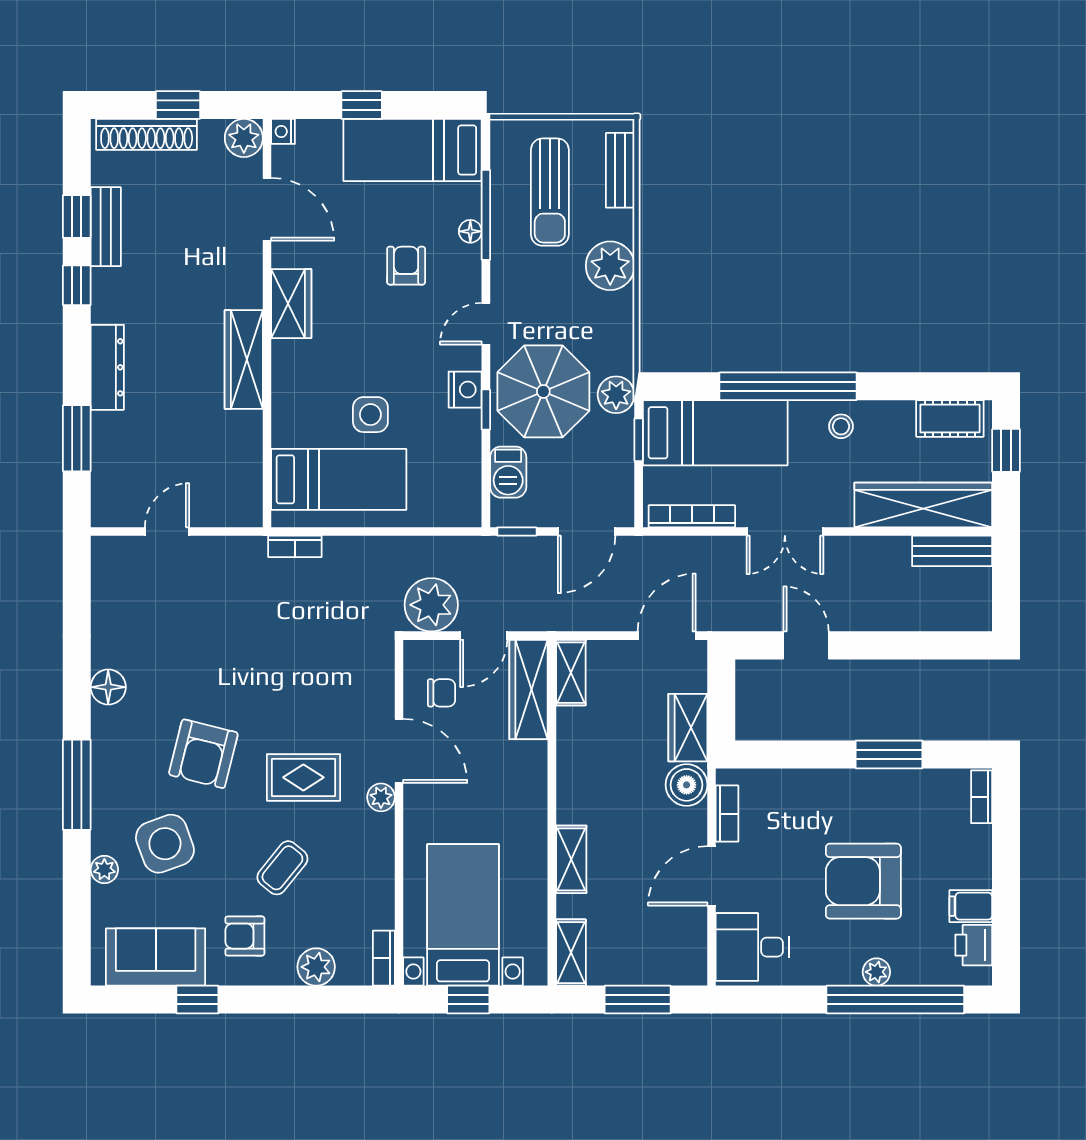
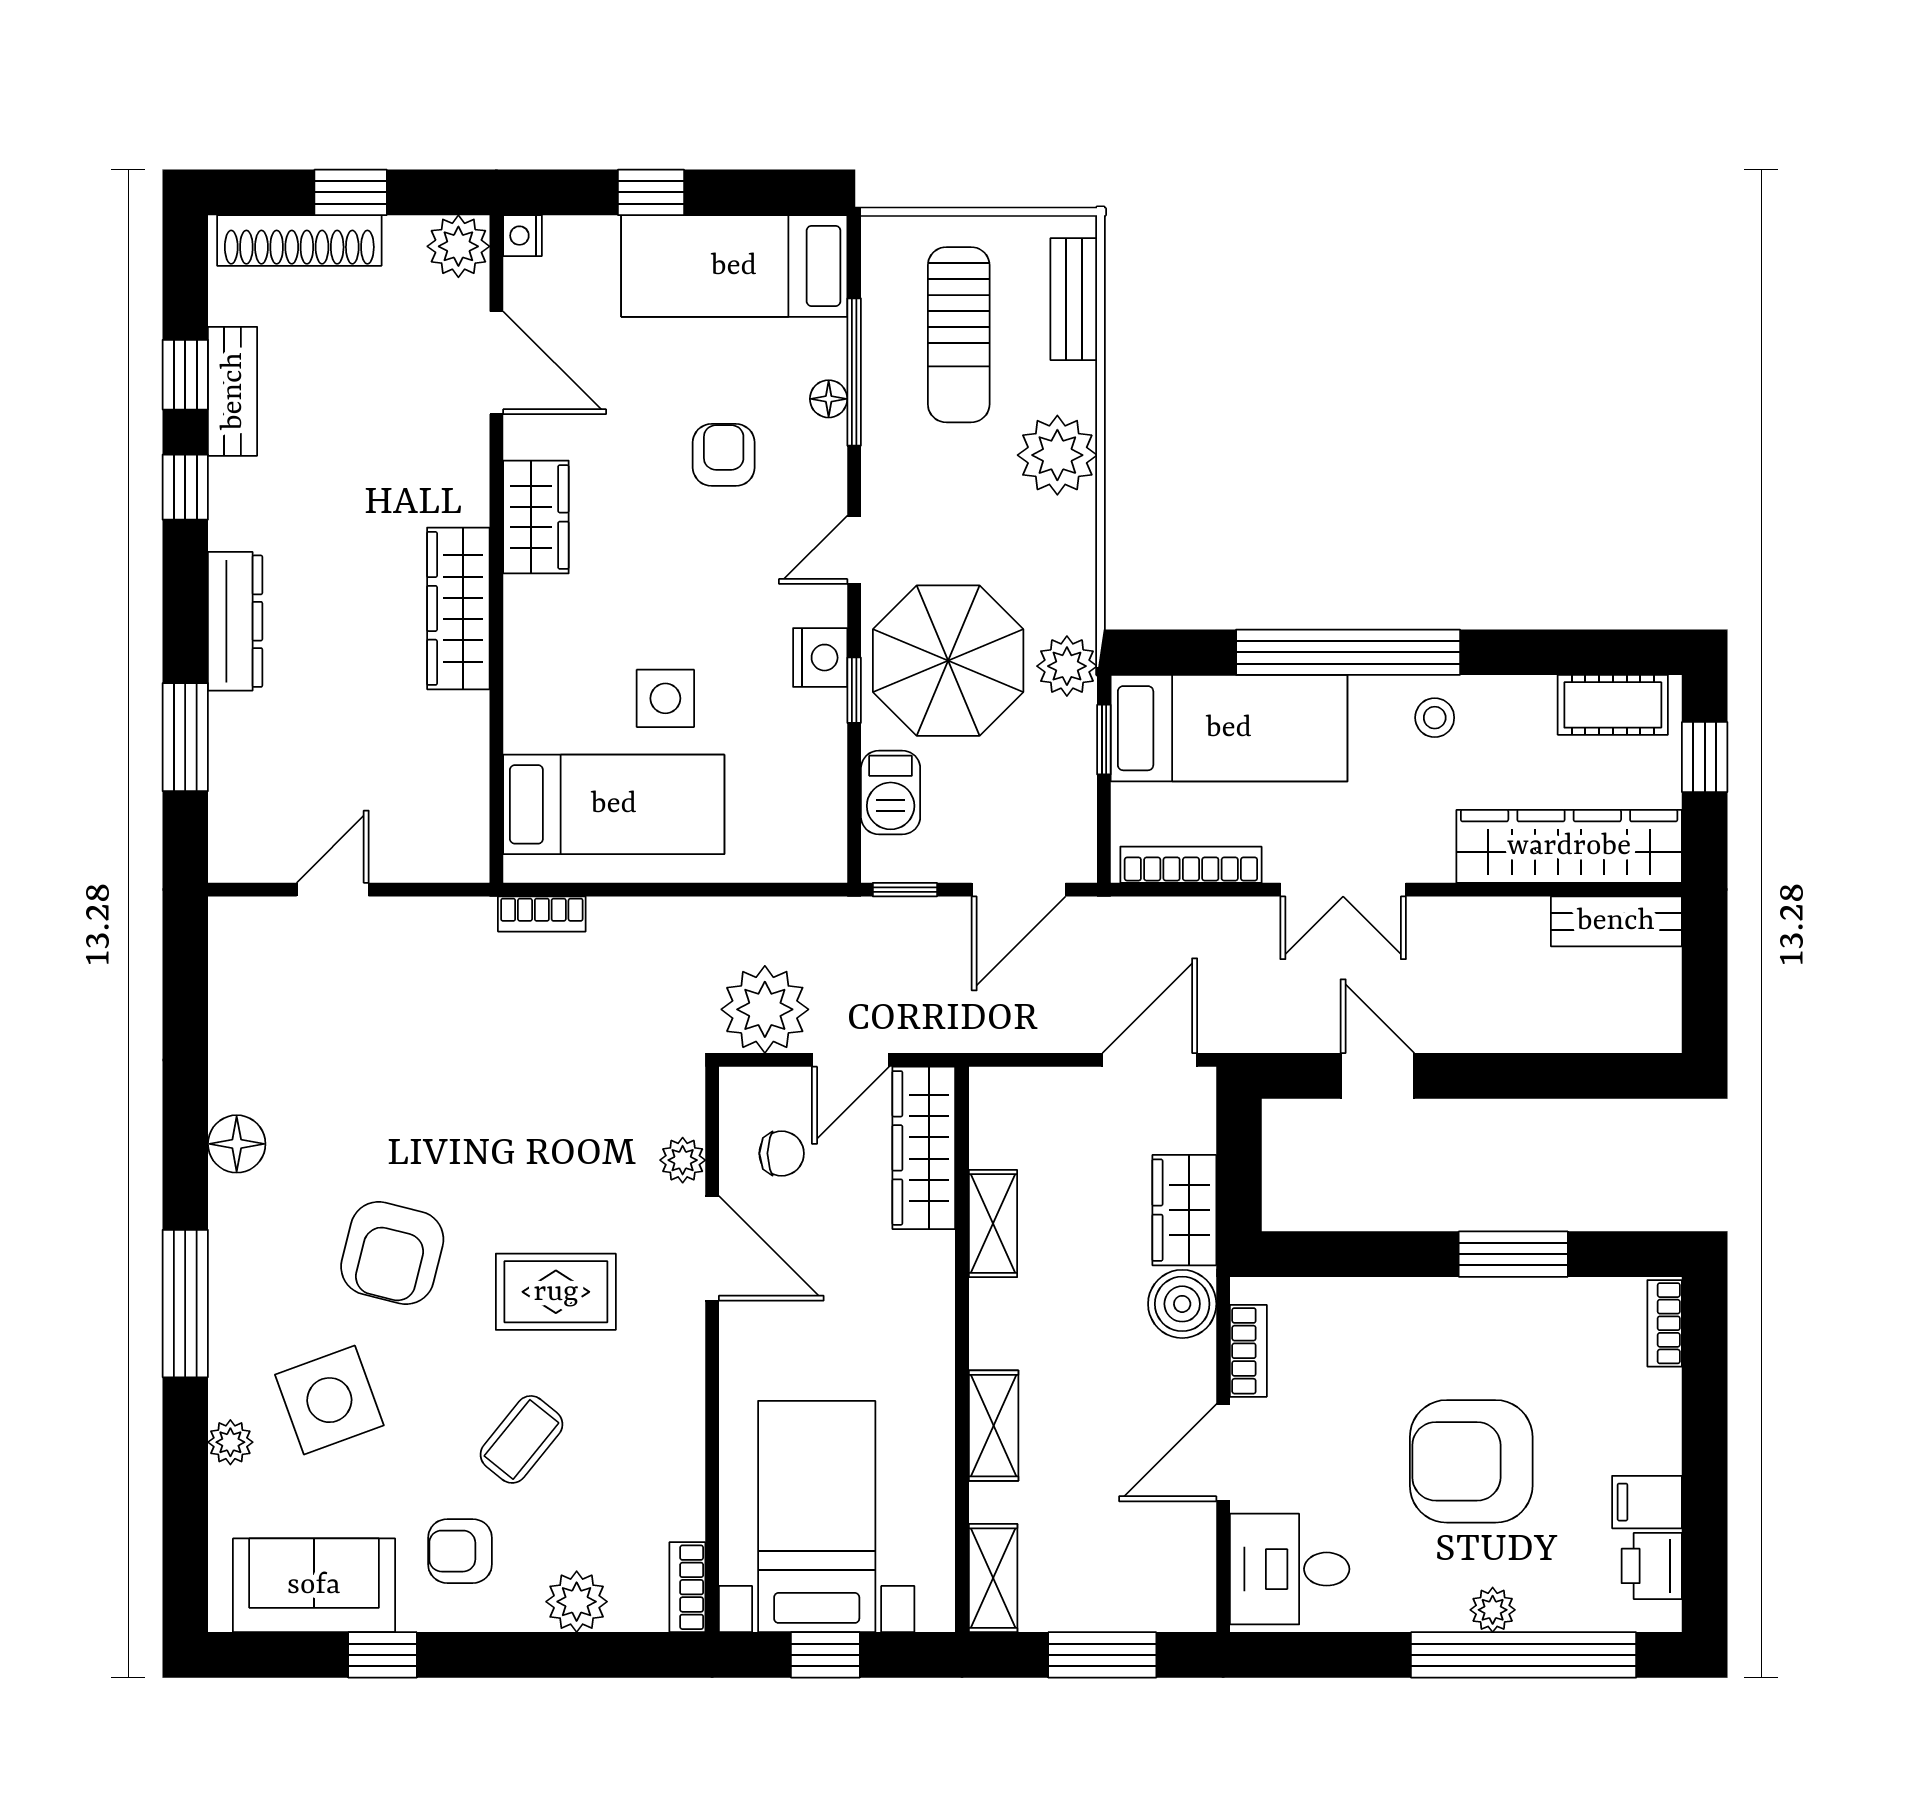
shelving: (571, 673) -> (993, 1224), moved
plant: (381, 797) -> (683, 1160), moved

